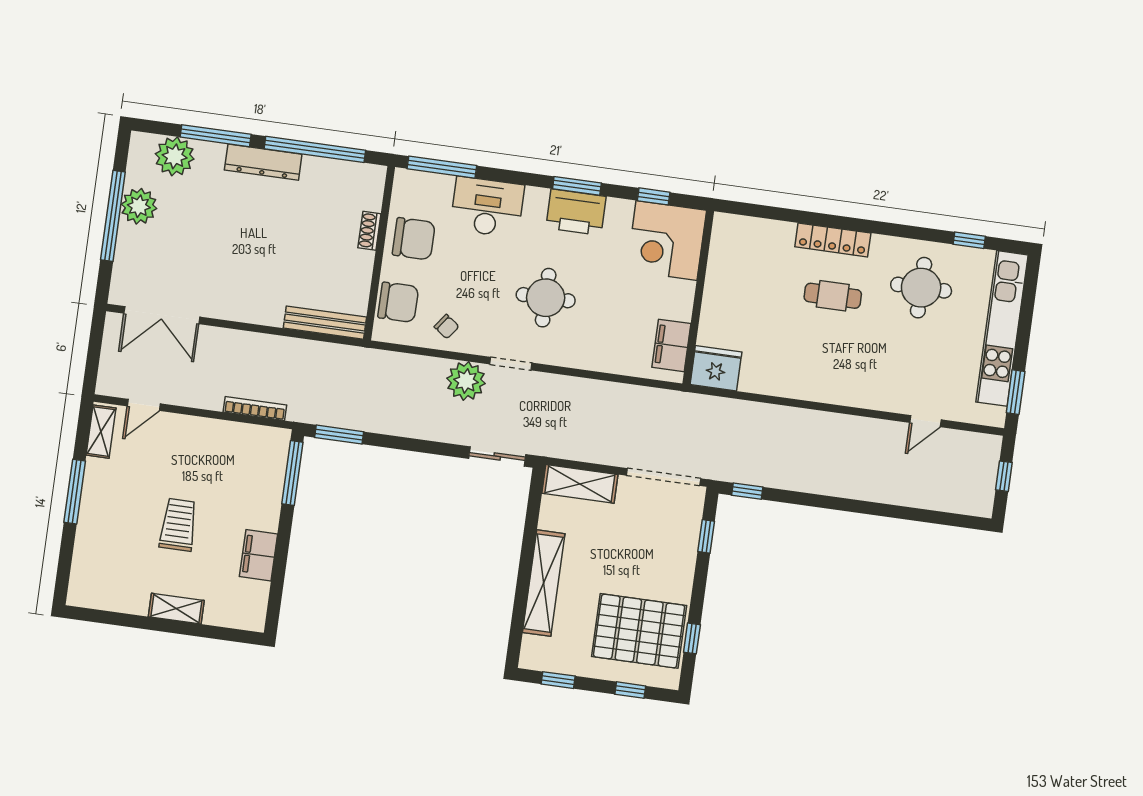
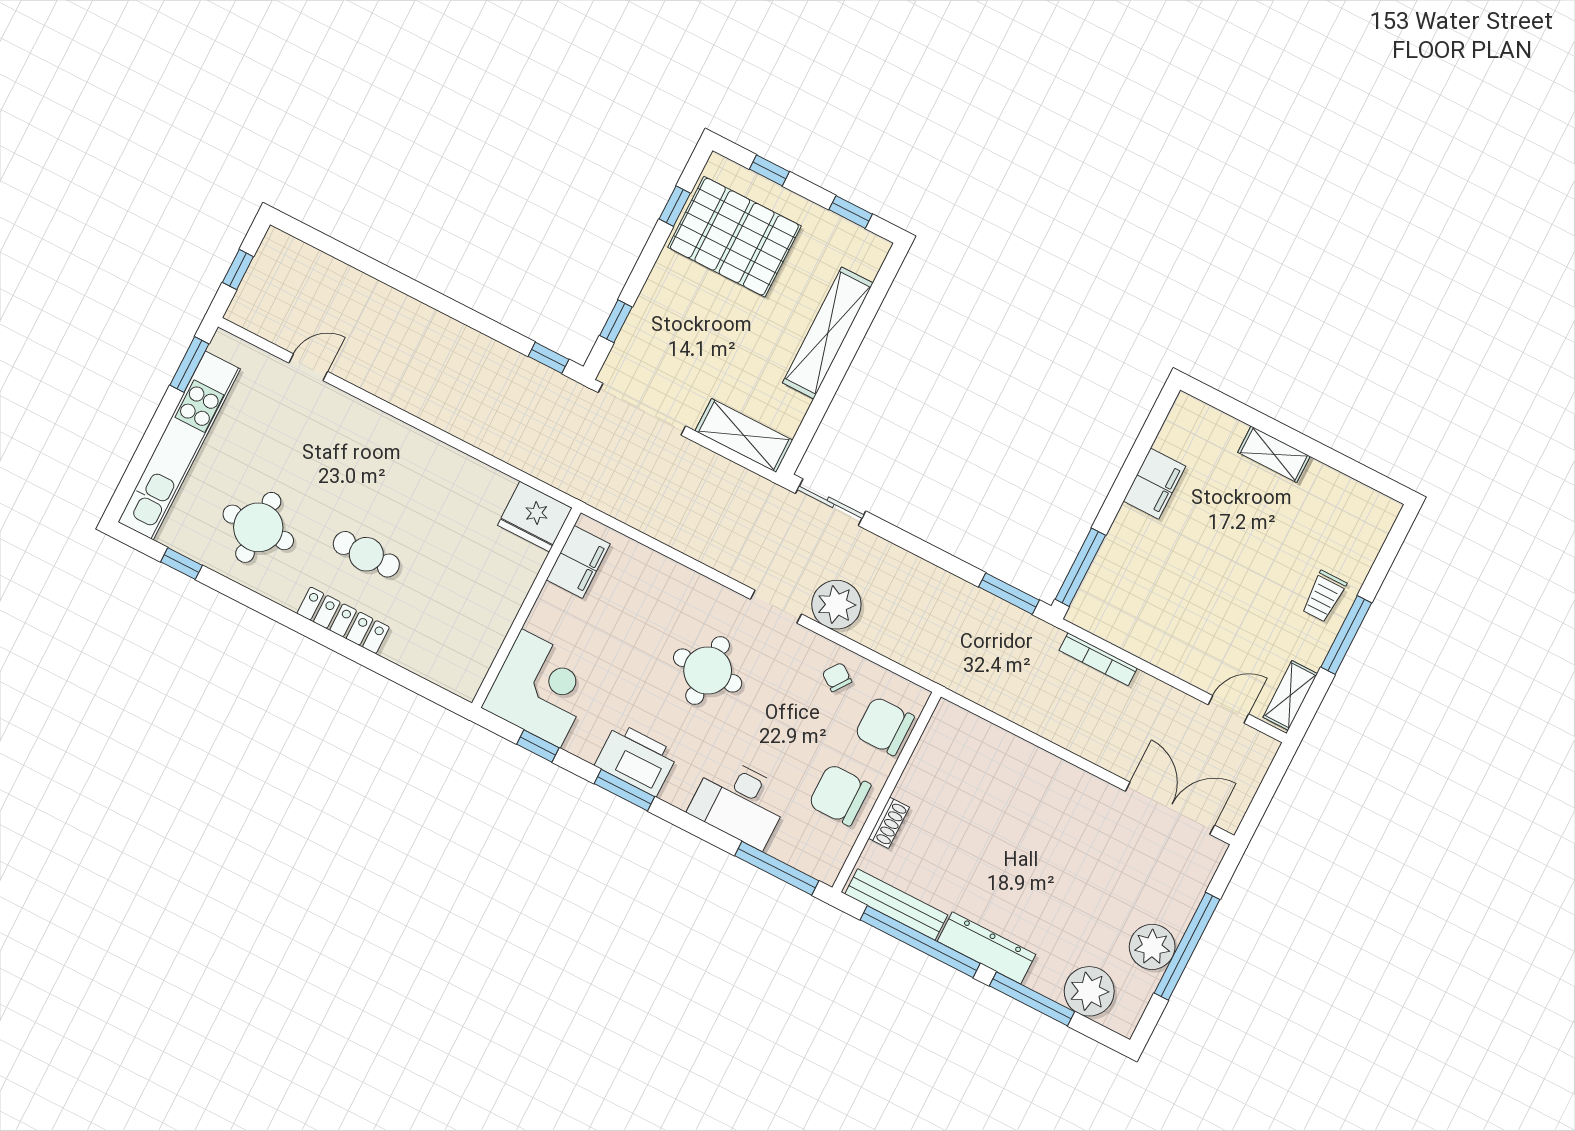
bench: (325, 323) -> (896, 904), moved
trolley: (178, 525) -> (1324, 596), moved, width x0.73, depth x0.72

